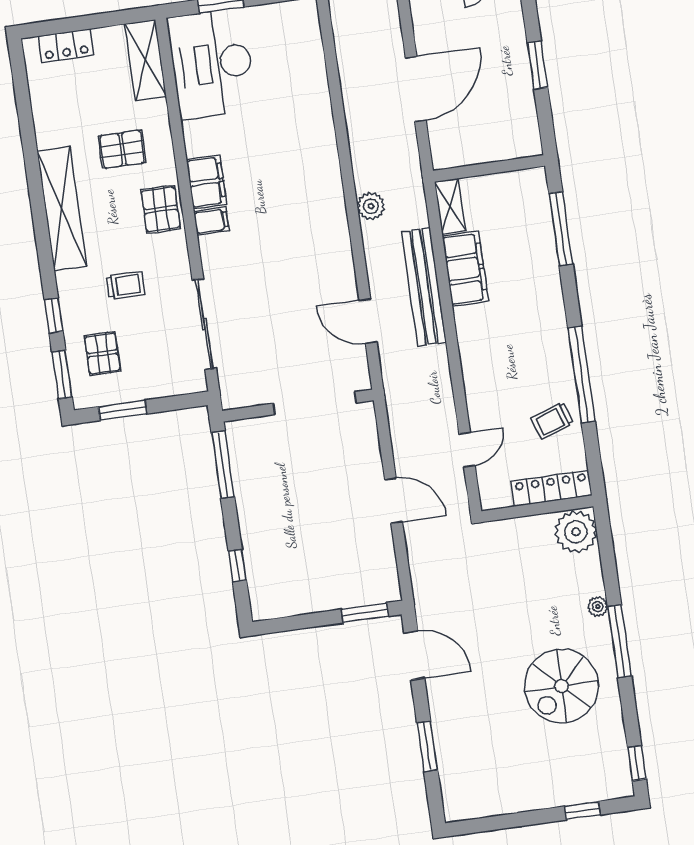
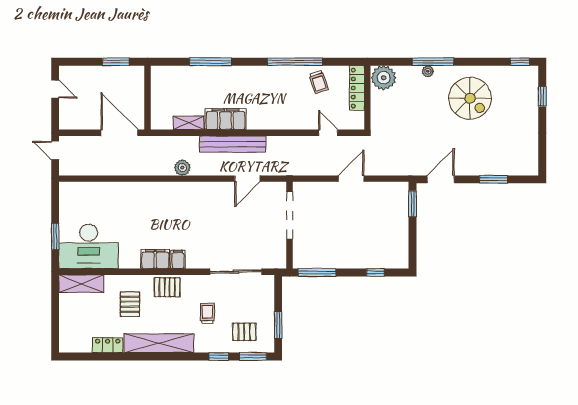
locker: (66, 46) -> (108, 345), moved, turned -90
wall: (489, 168) -> (148, 98), moved
window: (620, 641) -> (433, 62), moved

